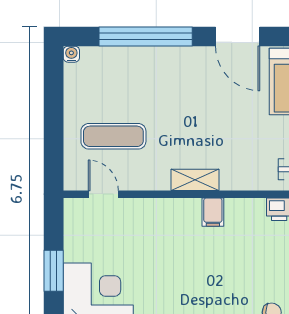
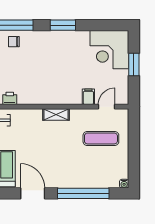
door: (103, 194) -> (107, 107), swing flipped
filing cabinet: (213, 212) -> (88, 97), moved

